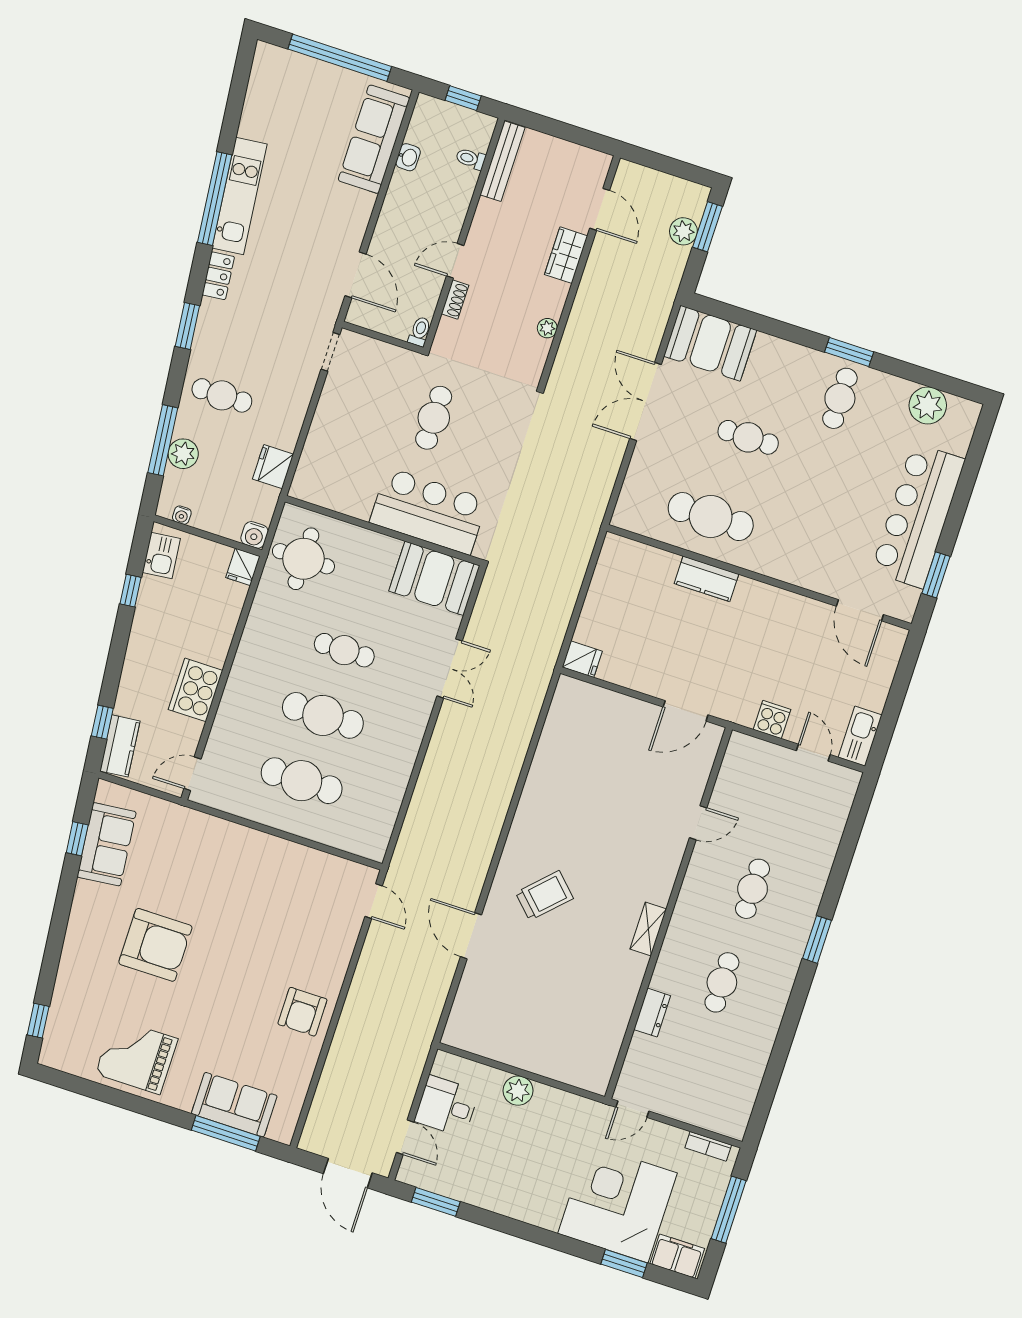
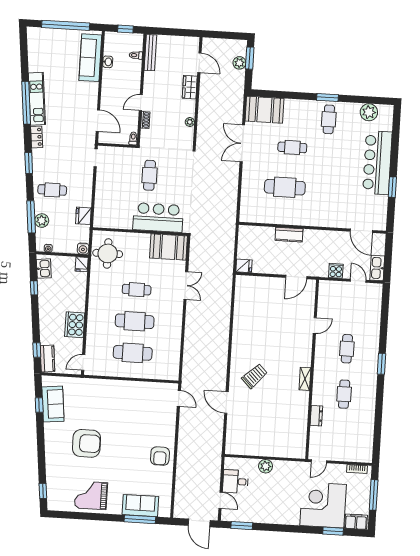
wall: (759, 577) -> (312, 228), moved
kitchen counter: (706, 579) -> (289, 235), moved
door: (860, 610) -> (361, 231), moved

